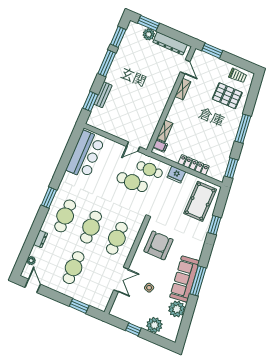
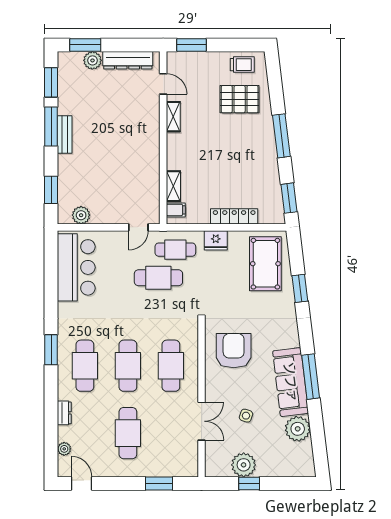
bench: (103, 95) -> (65, 135), moved
plant: (102, 124) -> (81, 215), added
plant: (154, 325) -> (244, 465), moved

